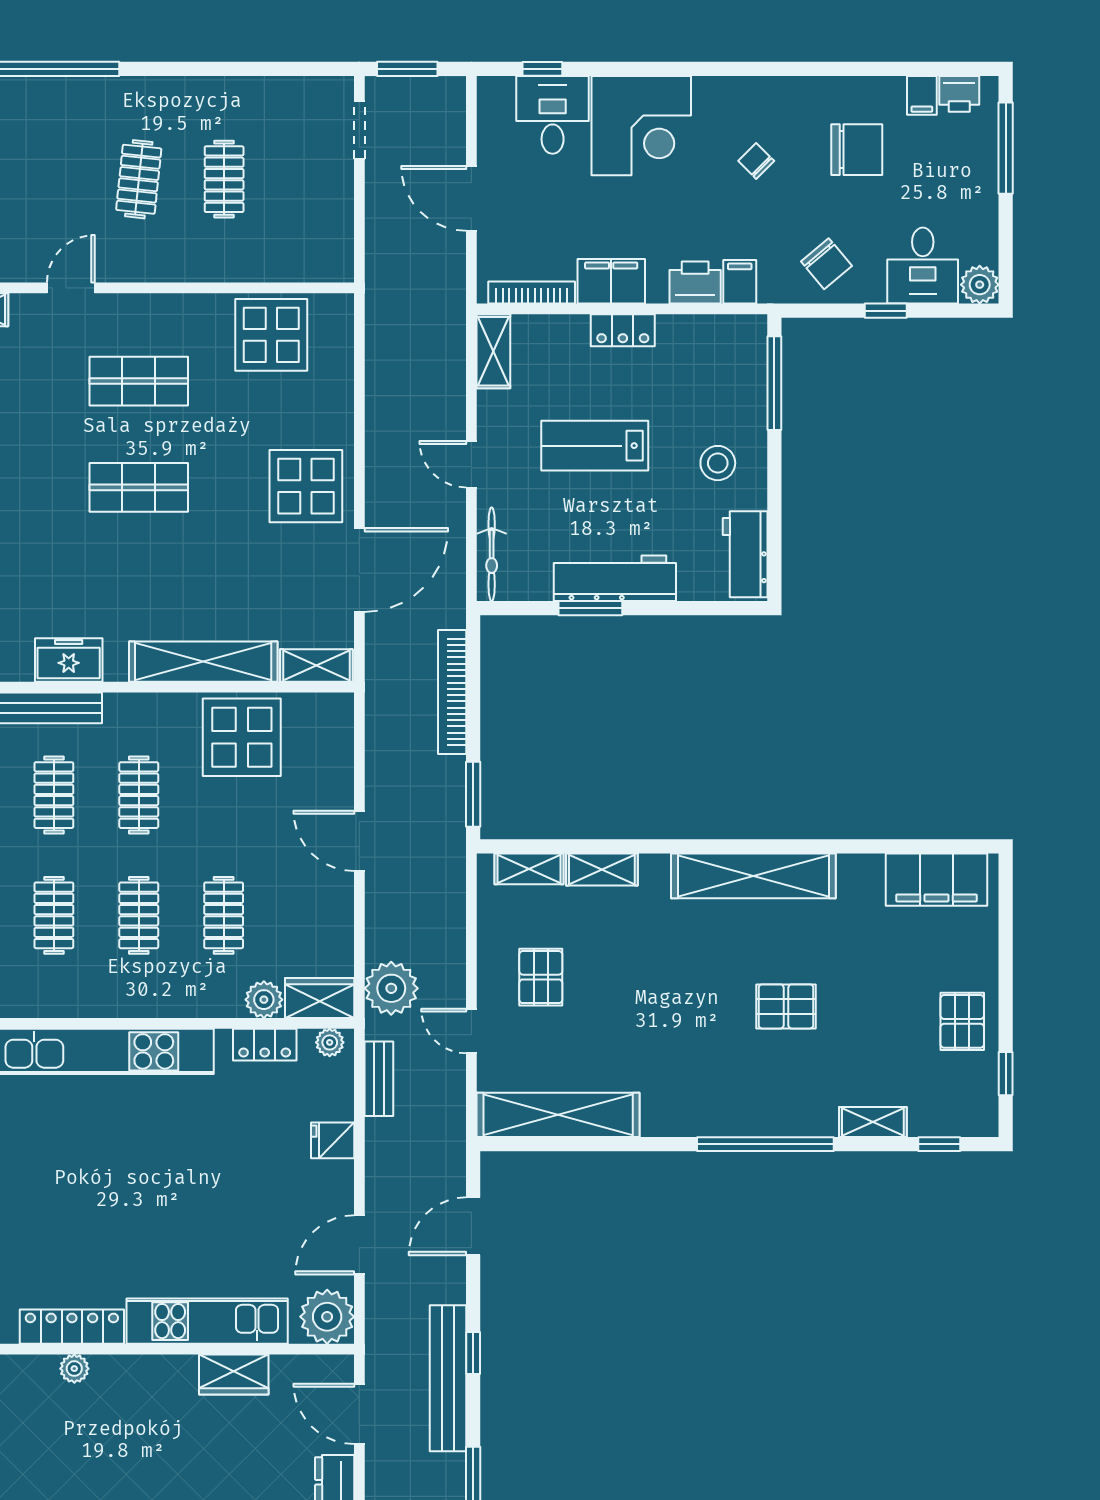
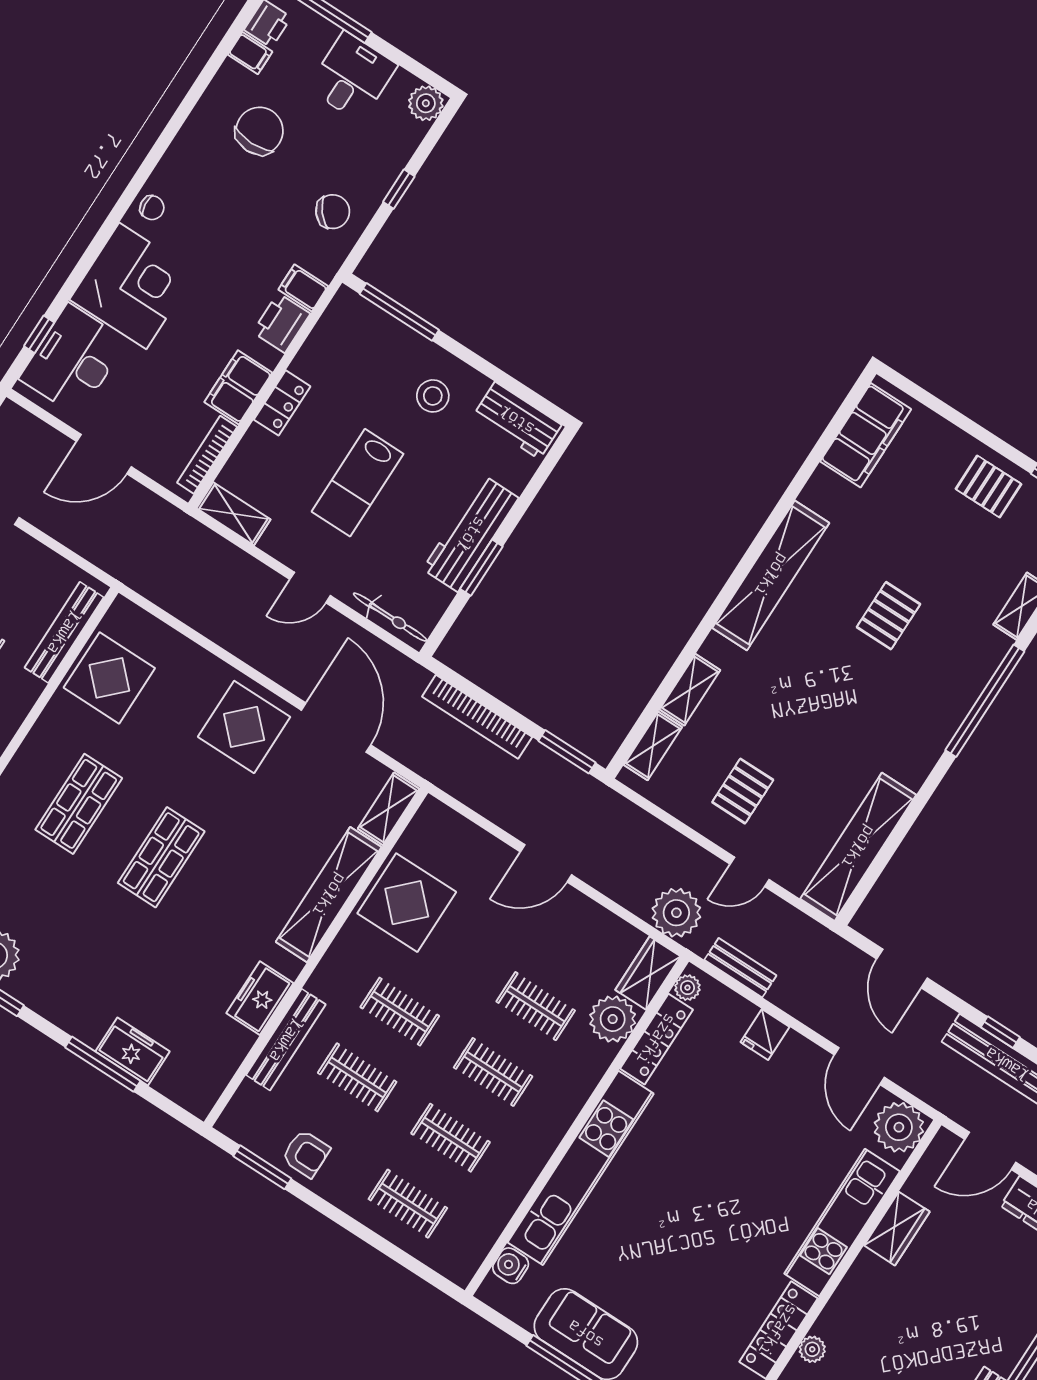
desk: (553, 115) -> (73, 360), width x1.37
chair: (756, 161) -> (152, 208), moved, turned -141
desk: (923, 266) -> (352, 77), moved, turned -90
bench: (286, 267) -> (64, 632), added
pallet: (541, 977) -> (743, 791), turned 90
plant: (264, 1000) -> (613, 1019), width x1.36, depth x1.36
locker: (265, 1045) -> (656, 1039), width x1.53

